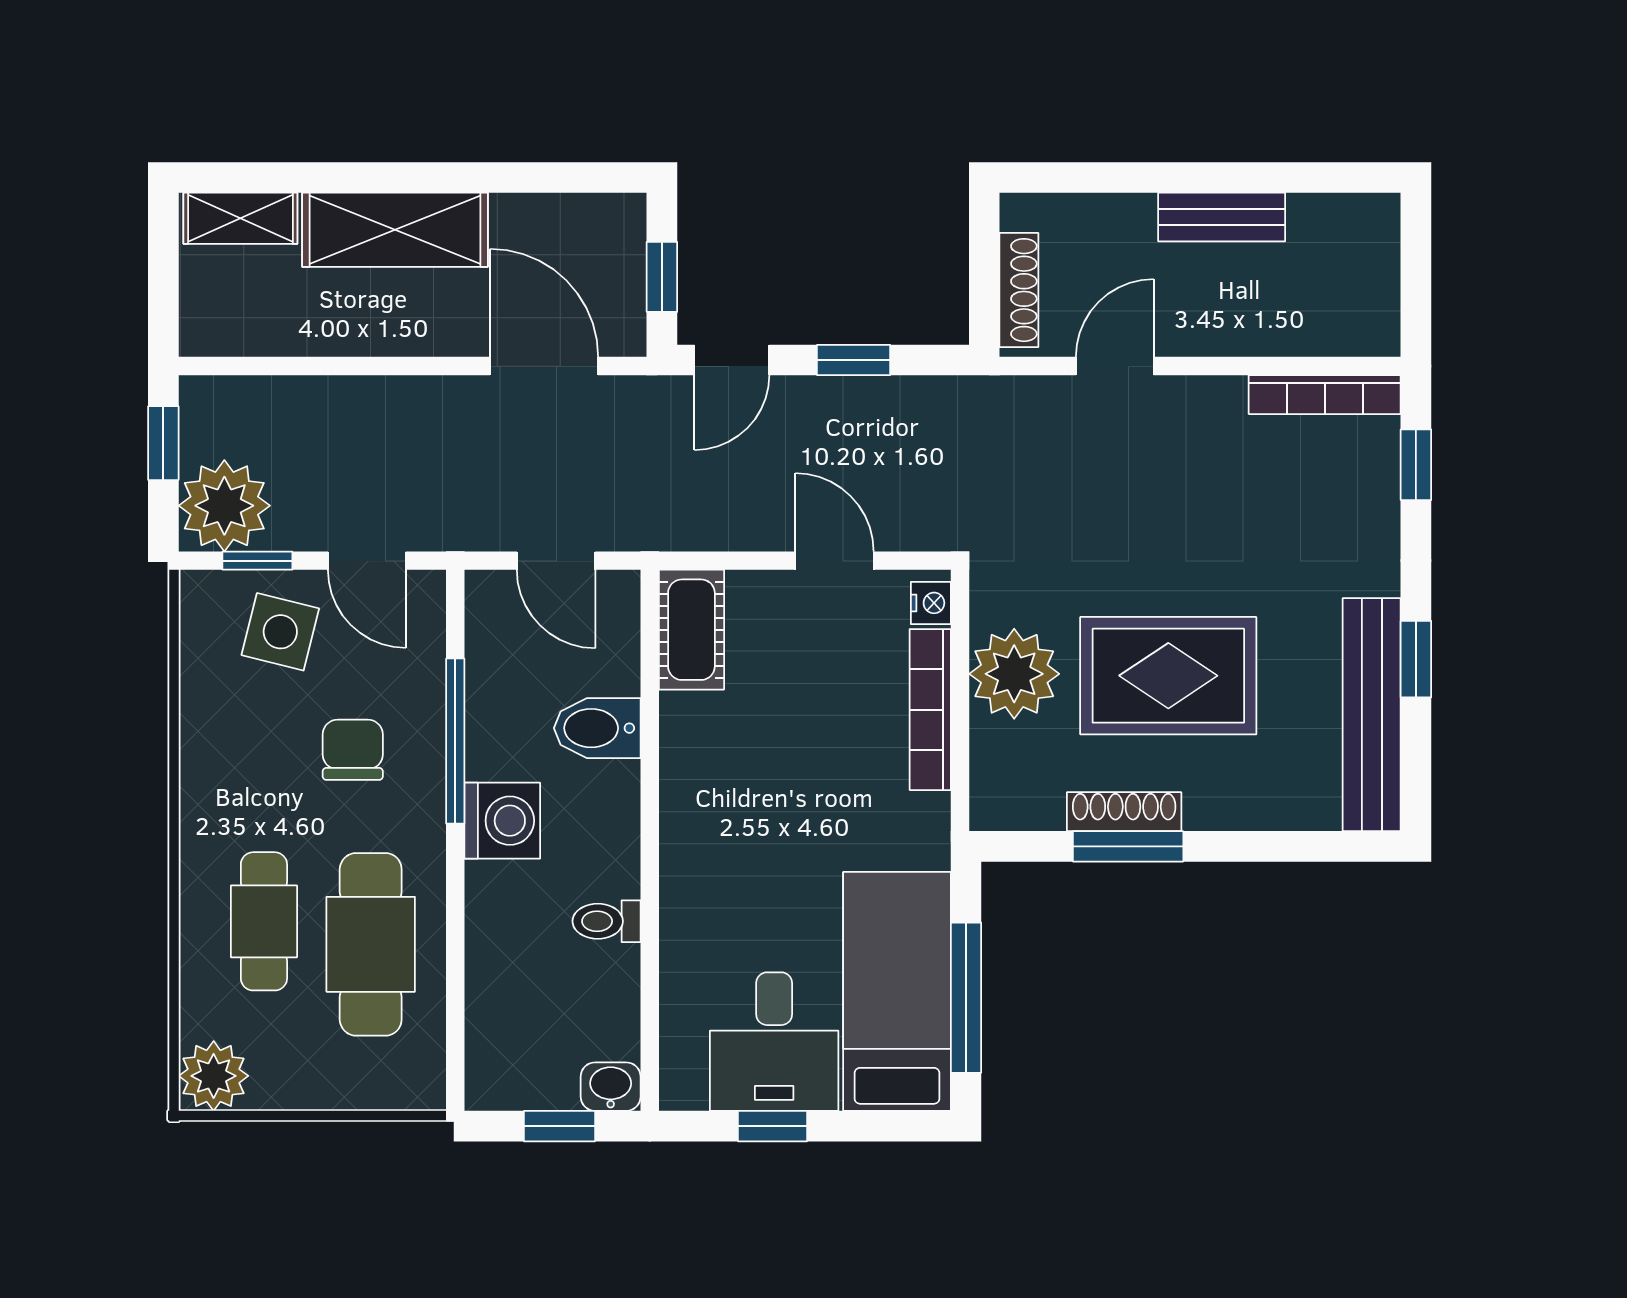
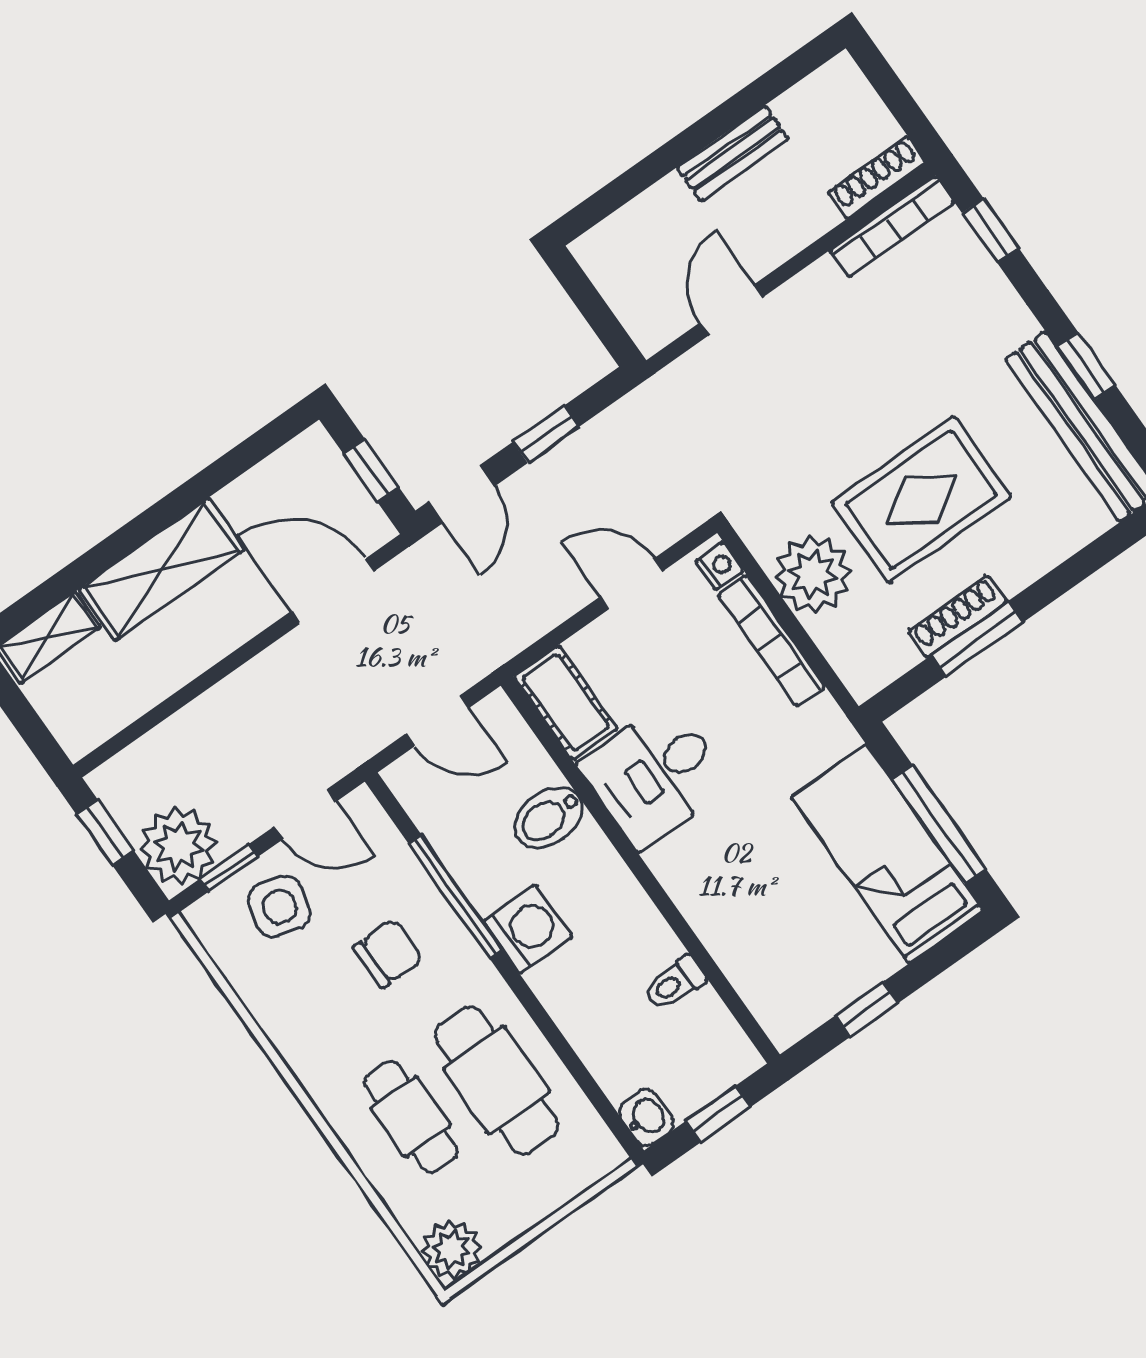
shoe rack: (1019, 290) -> (877, 177), moved, turned -90
chair: (353, 750) -> (388, 953), turned 90
toilet: (607, 921) -> (675, 983), moved
desk: (774, 1042) -> (655, 774), moved, turned 90
washbasin: (611, 1087) -> (646, 1118), moved, turned 90

